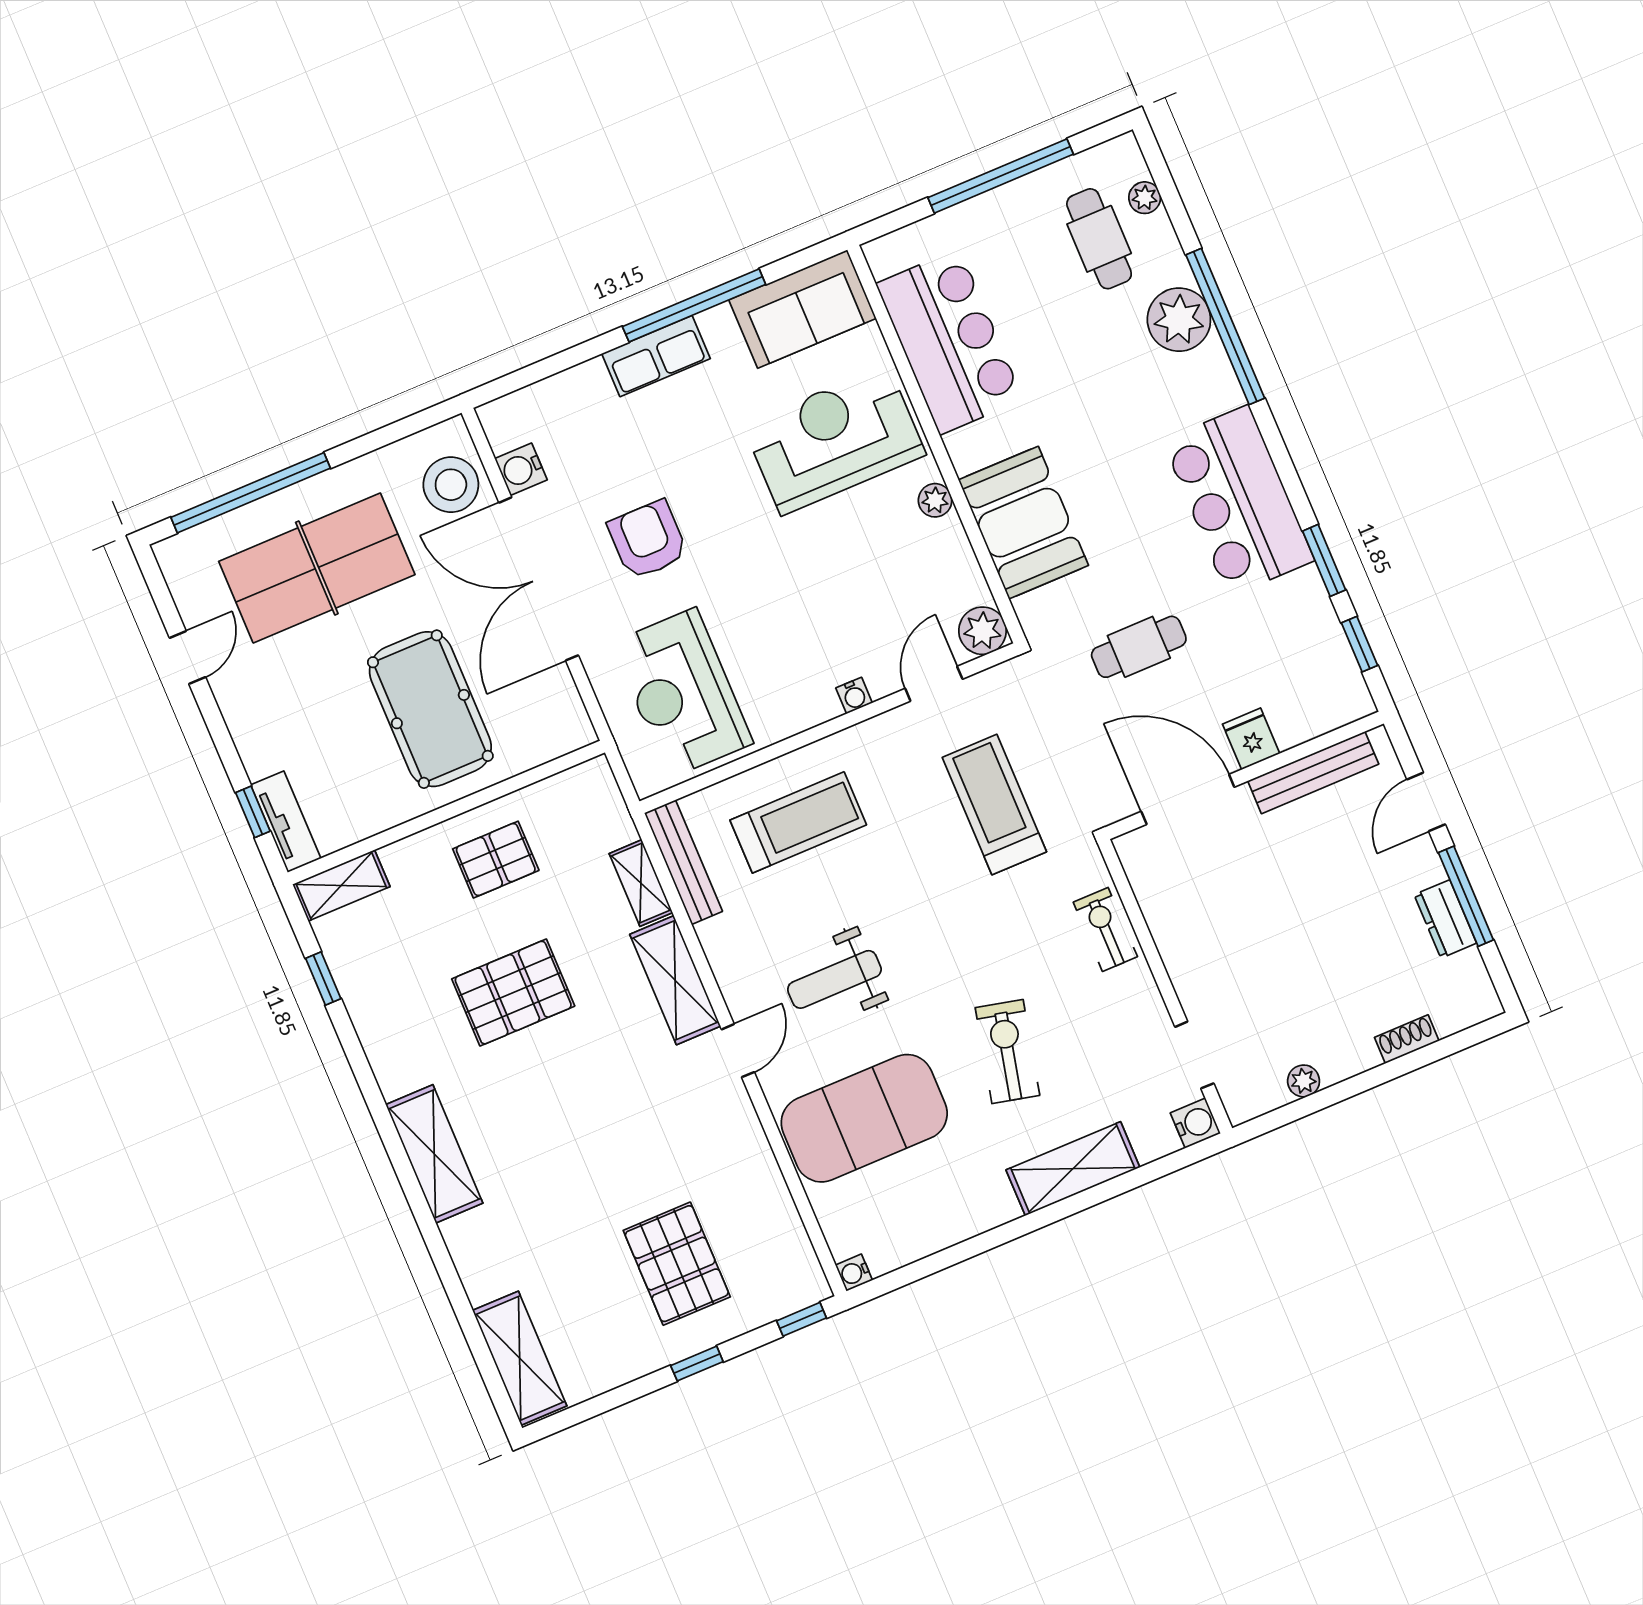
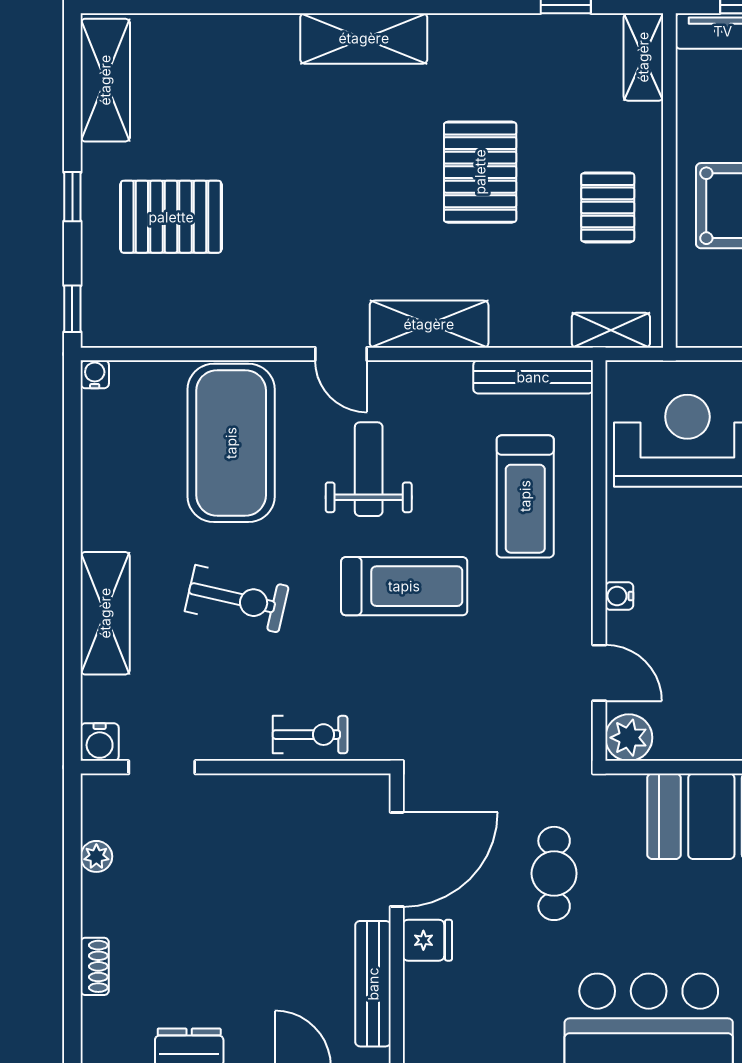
treadmill: (994, 805) -> (404, 586), moved
shelving: (641, 883) -> (611, 330), moved
shelving: (520, 1358) -> (105, 80), moved, turned 90

